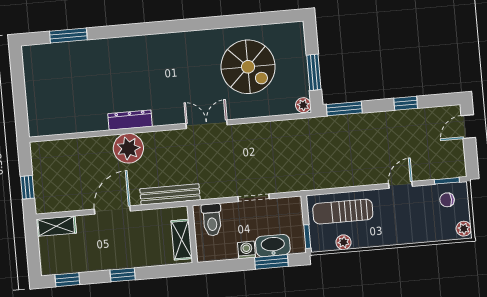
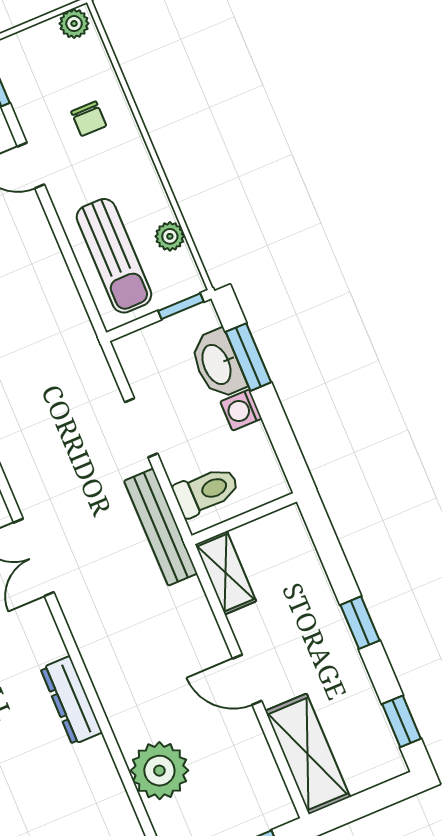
plant: (128, 148) -> (159, 771), moved
bench: (170, 194) -> (161, 527), moved
chair: (447, 200) -> (89, 119), moved
door: (112, 210) -> (247, 680), width x0.73
shelving: (56, 226) -> (308, 754), width x1.50, depth x1.33
shelving: (182, 240) -> (226, 573), moved, turned 90

